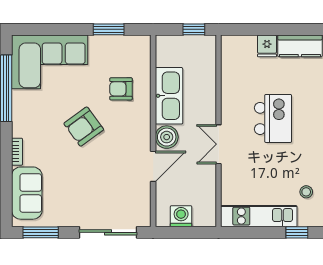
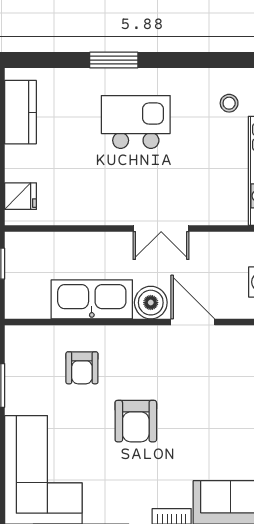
fridge: (267, 46) -> (21, 196), moved
kitchen island: (273, 118) -> (136, 122), moved
armchair: (84, 127) -> (136, 421), turned 36

